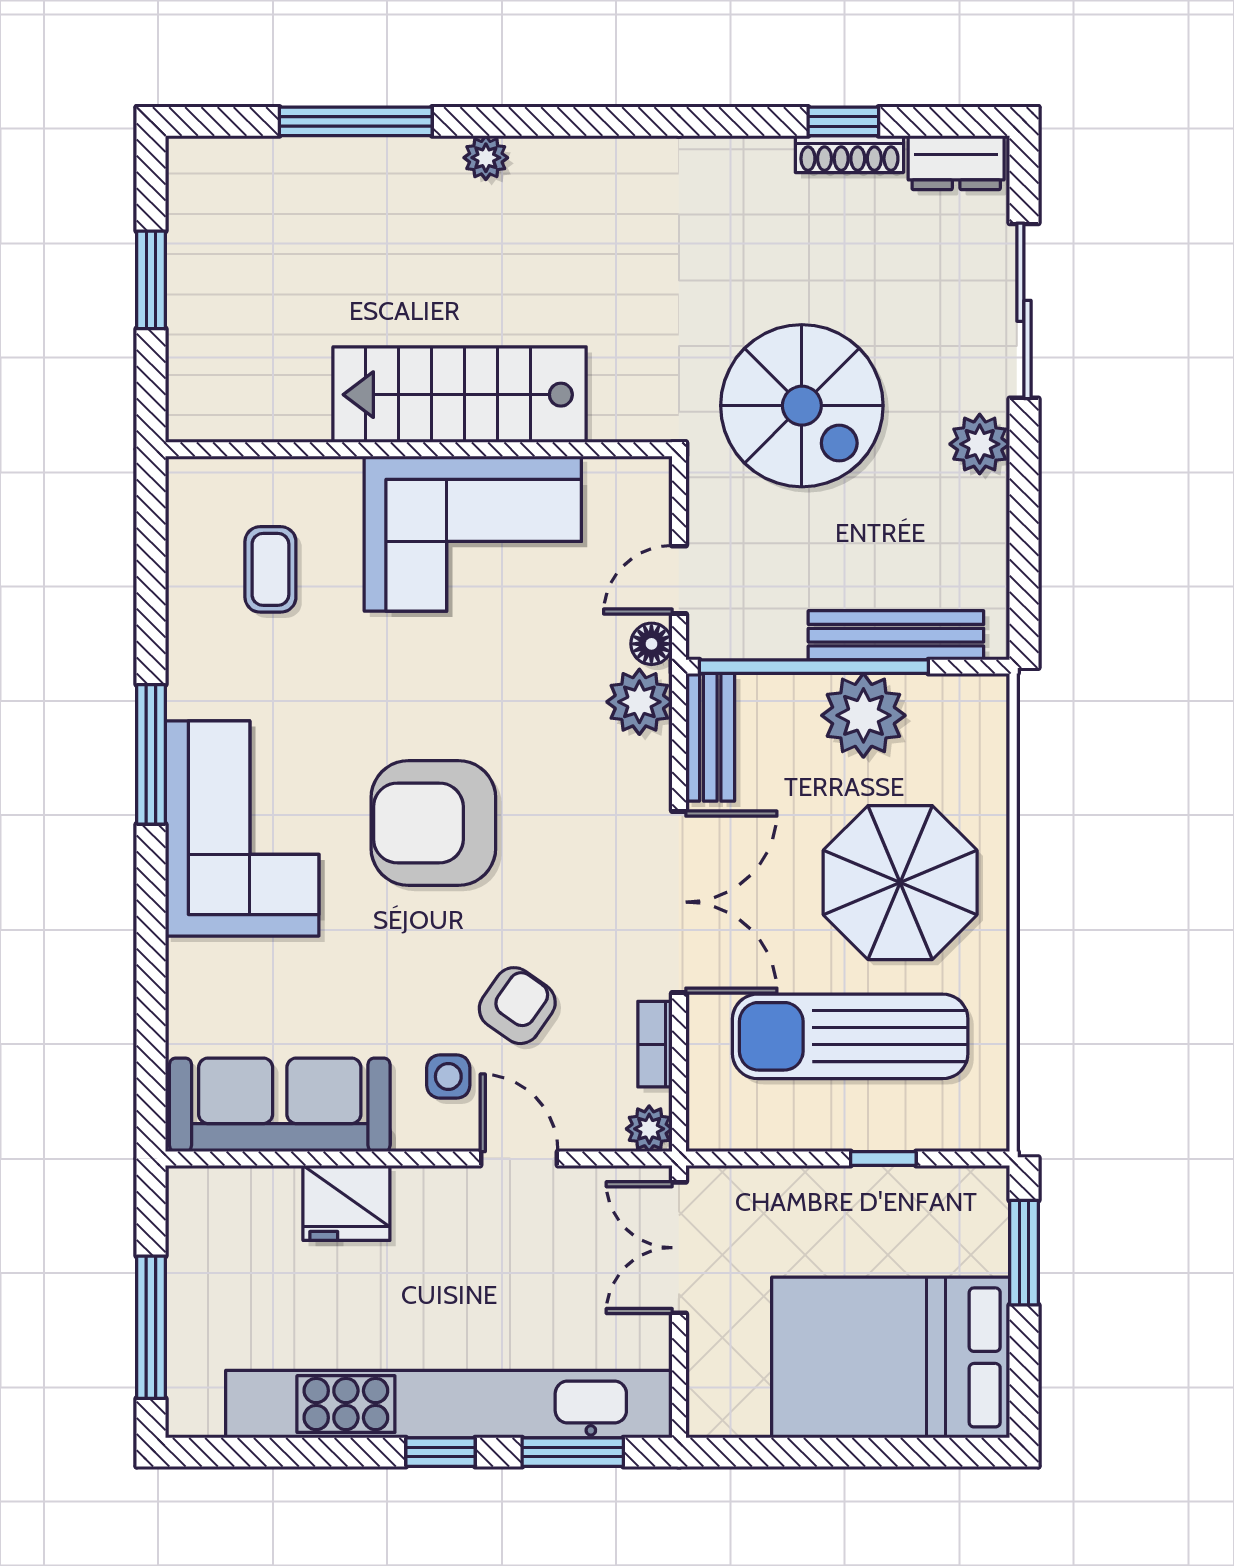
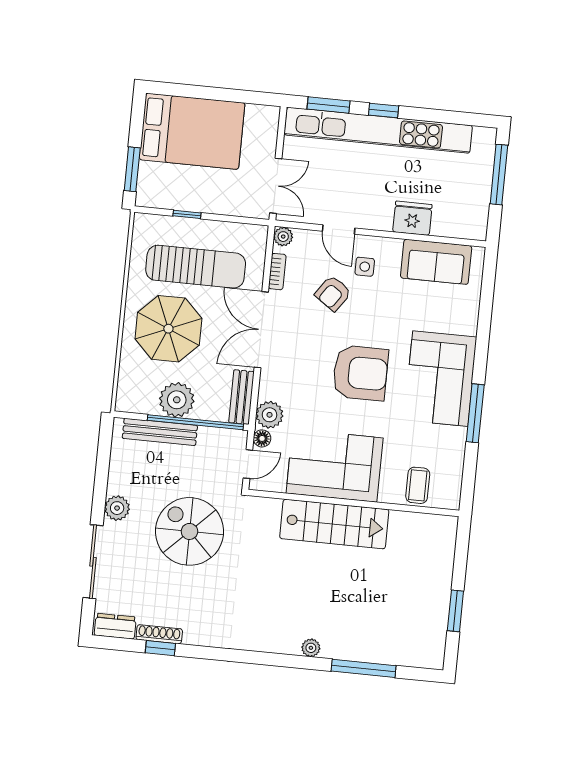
stairs: (460, 395) -> (334, 524), moved
wall: (419, 449) -> (354, 503), moved
corner sofa: (473, 534) -> (335, 466), moved
sofa: (280, 1105) -> (436, 262), width x0.73

